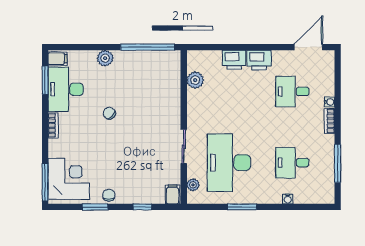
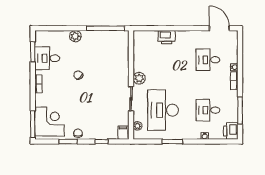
door: (308, 47) -> (219, 28), hinge flipped
filing cabinet: (58, 59) -> (42, 37), removed
printer: (259, 60) -> (231, 131), moved, turned 90
plant: (195, 80) -> (139, 78), moved
desk: (66, 89) -> (47, 58), width x0.73

